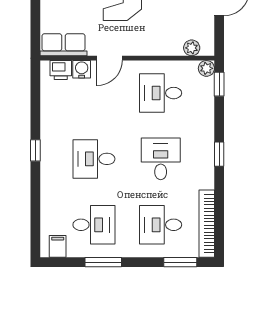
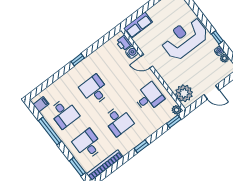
row of seats: (63, 45) -> (138, 25), moved, turned 90
plant: (192, 48) -> (184, 93), width x1.87, depth x1.87
desk: (161, 93) -> (149, 97), turned 90
desk: (161, 159) -> (118, 121), turned 90
window: (103, 262) -> (50, 131), width x1.44

